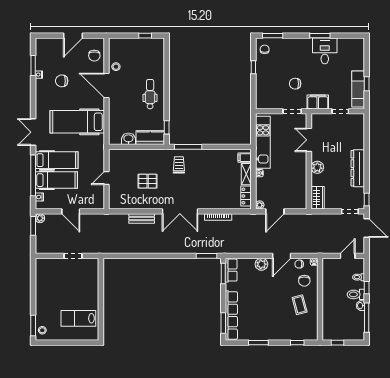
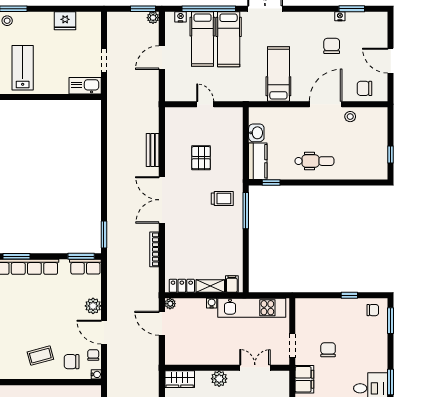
hospital bed: (77, 122) -> (278, 74), width x0.73, depth x0.78
kitchen sink: (92, 270) -> (85, 86), added
fridge: (42, 286) -> (65, 21), added

